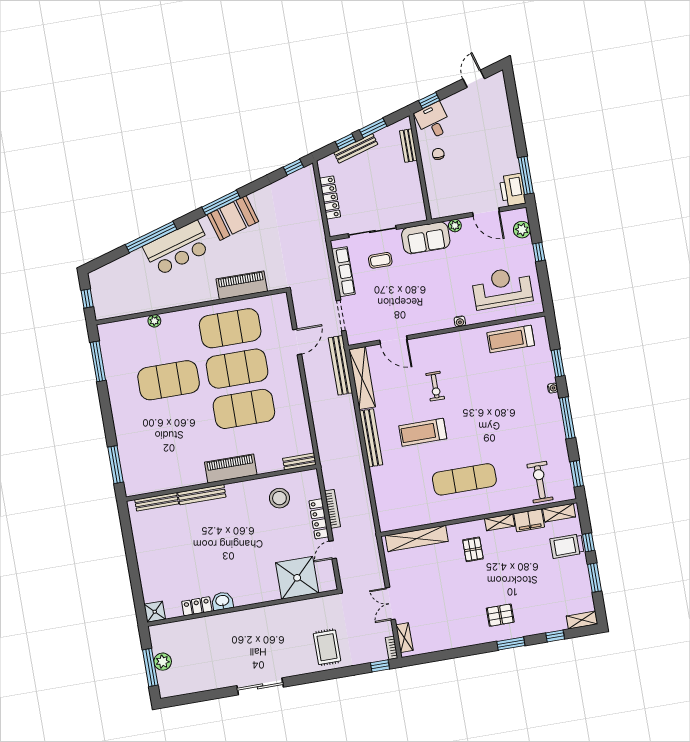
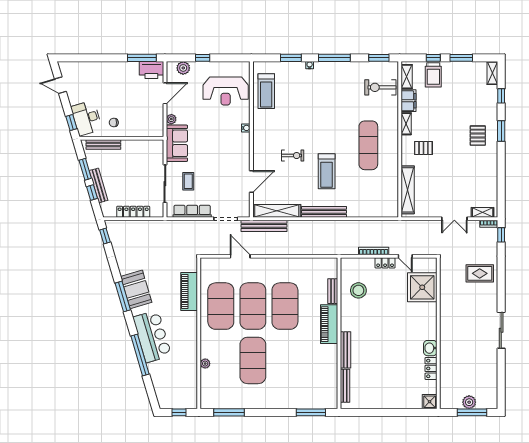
desk: (433, 121) -> (86, 118), width x1.37
bench: (408, 146) -> (103, 144), width x1.36
reception desk: (502, 288) -> (226, 91), turned -90
bench: (299, 461) -> (333, 291), moved
locker: (319, 519) -> (385, 263), width x0.66

